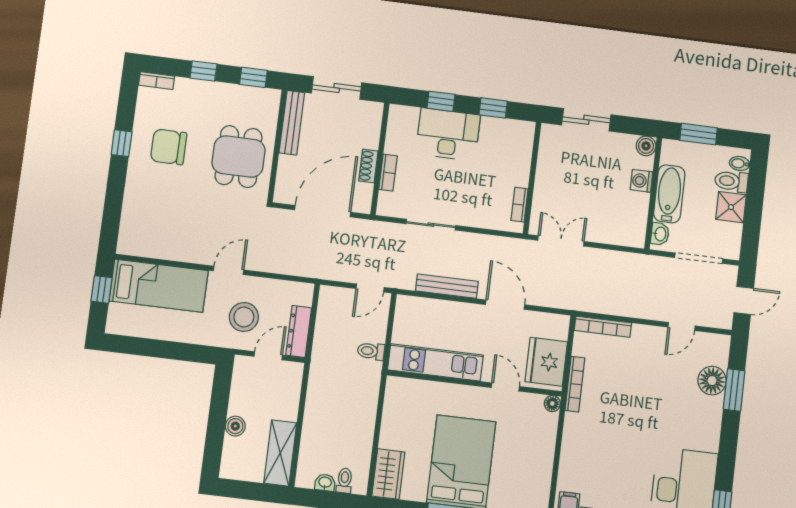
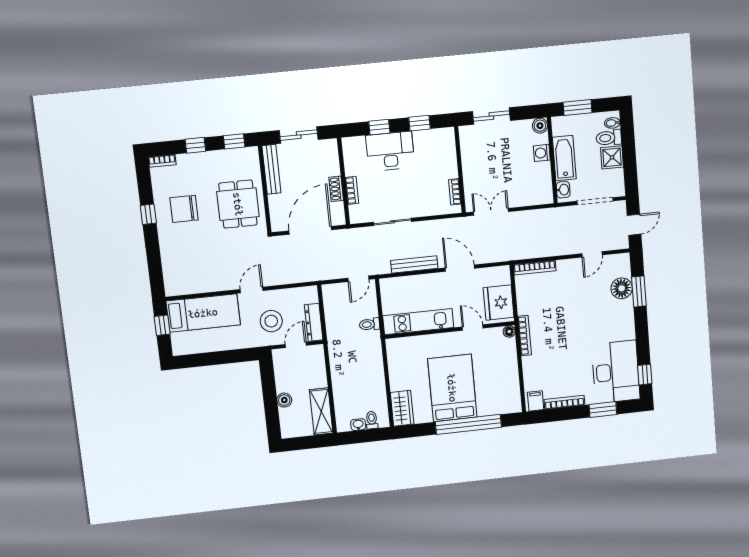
bookcase: (575, 384) -> (525, 336), moved

